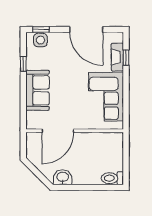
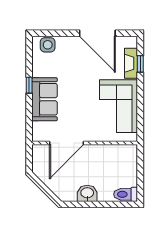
window: (41, 29) -> (48, 33), removed
window: (23, 64) -> (29, 85), moved
washbasin: (63, 177) -> (87, 193), moved

